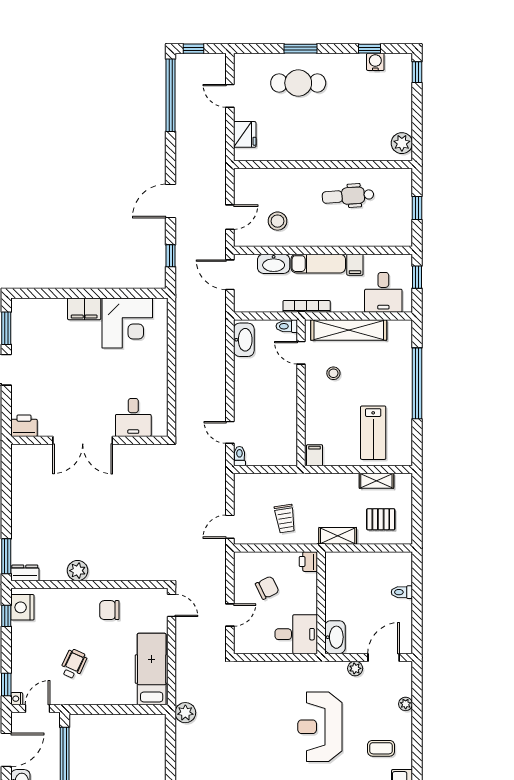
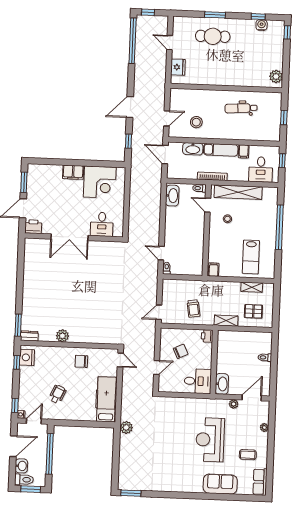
desk: (133, 417) -> (102, 224), moved
printer: (24, 426) -> (33, 227), moved
double door: (83, 440) -> (70, 237), moved
wall: (89, 440) -> (74, 237), moved

